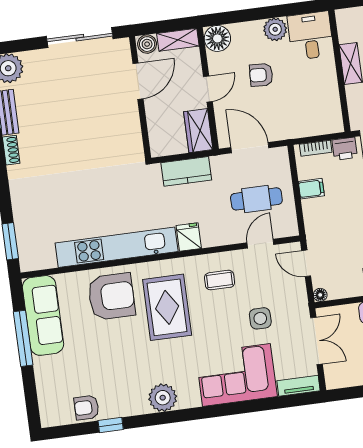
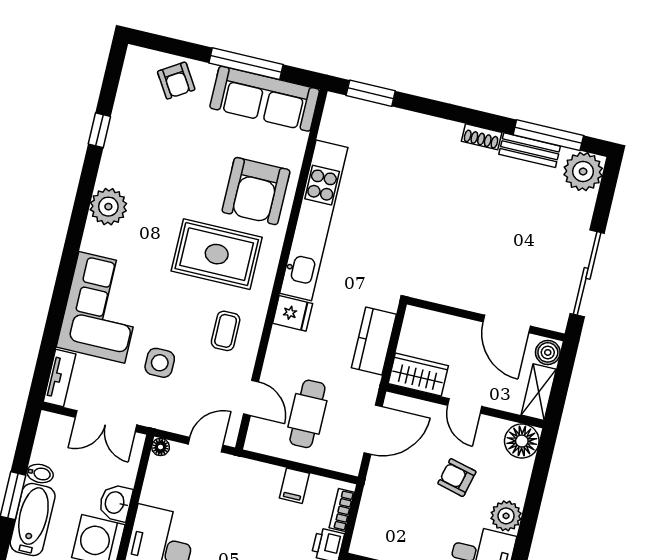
armchair: (261, 75) -> (457, 478), turned -79
armchair: (86, 408) -> (176, 81), moved, turned 148

